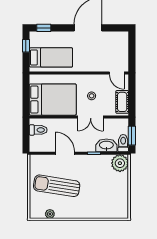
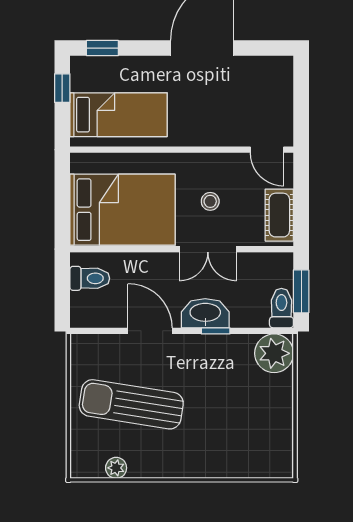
washbasin: (106, 145) -> (205, 313), moved

